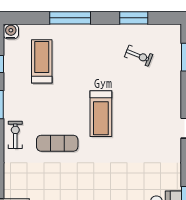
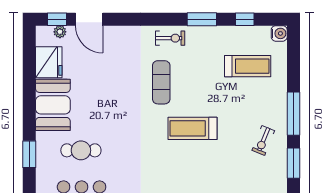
window: (70, 18) -> (293, 114), moved
exercise bike: (139, 56) -> (263, 141), moved

